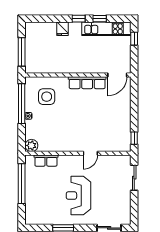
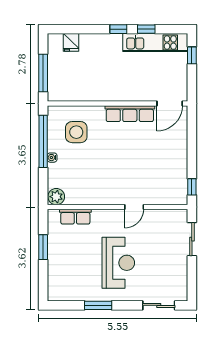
fridge: (63, 29) -> (71, 42), moved
window: (22, 184) -> (43, 247), width x0.47
reception desk: (78, 196) -> (118, 263), turned 180

